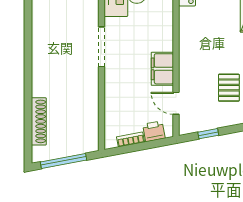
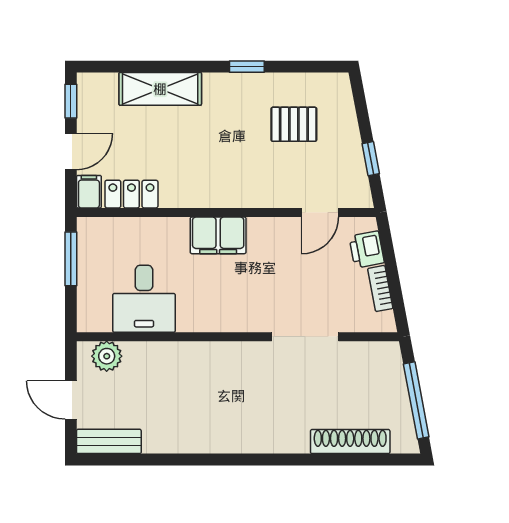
doorway: (102, 47) -> (305, 337), moved
filing cabinet: (162, 69) -> (218, 235), moved

